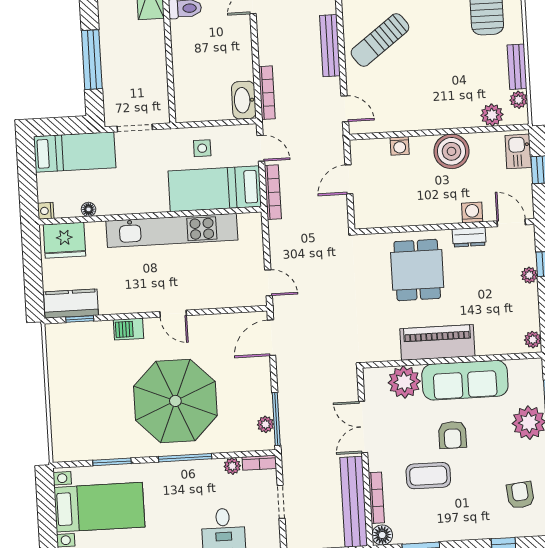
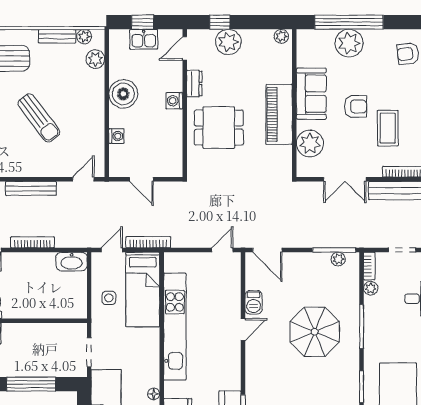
sun lounger: (380, 40) -> (39, 118), moved
bookcase: (267, 93) -> (33, 242), moved
kitchen sink: (518, 151) -> (144, 39), moved
washing machine: (472, 212) -> (174, 101), moved
plant: (529, 275) -> (228, 42), width x1.88, depth x1.88
barbecue: (129, 329) -> (254, 302), moved
sofa: (465, 380) -> (311, 94), width x0.73
parasol: (175, 401) -> (315, 332), width x0.73, depth x0.73

